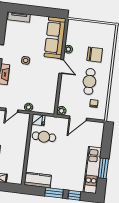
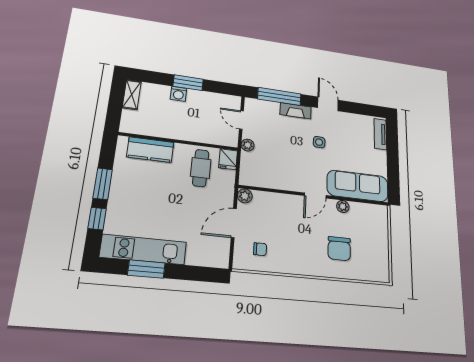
cafe table: (89, 81) -> (296, 241), removed
door: (78, 118) -> (234, 223), hinge flipped
kitchen counter: (38, 180) -> (150, 150), moved, turned 90

